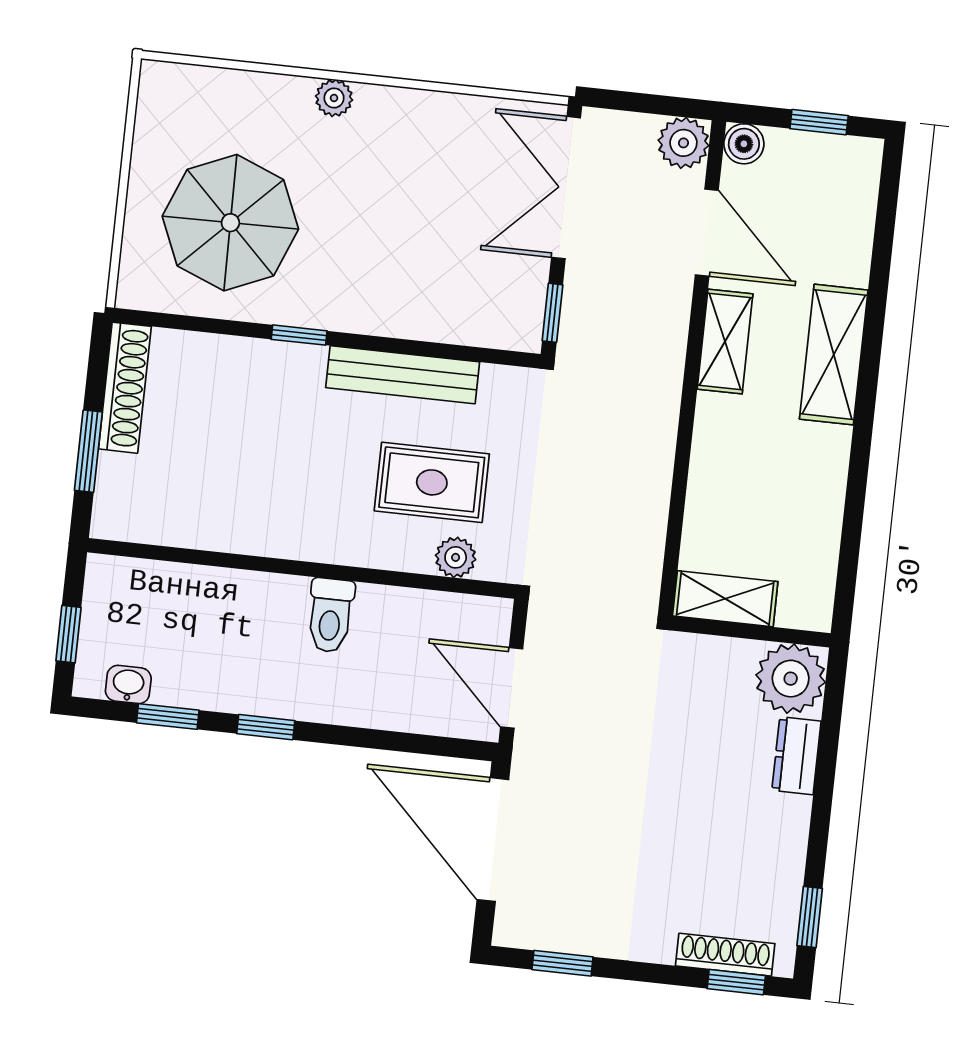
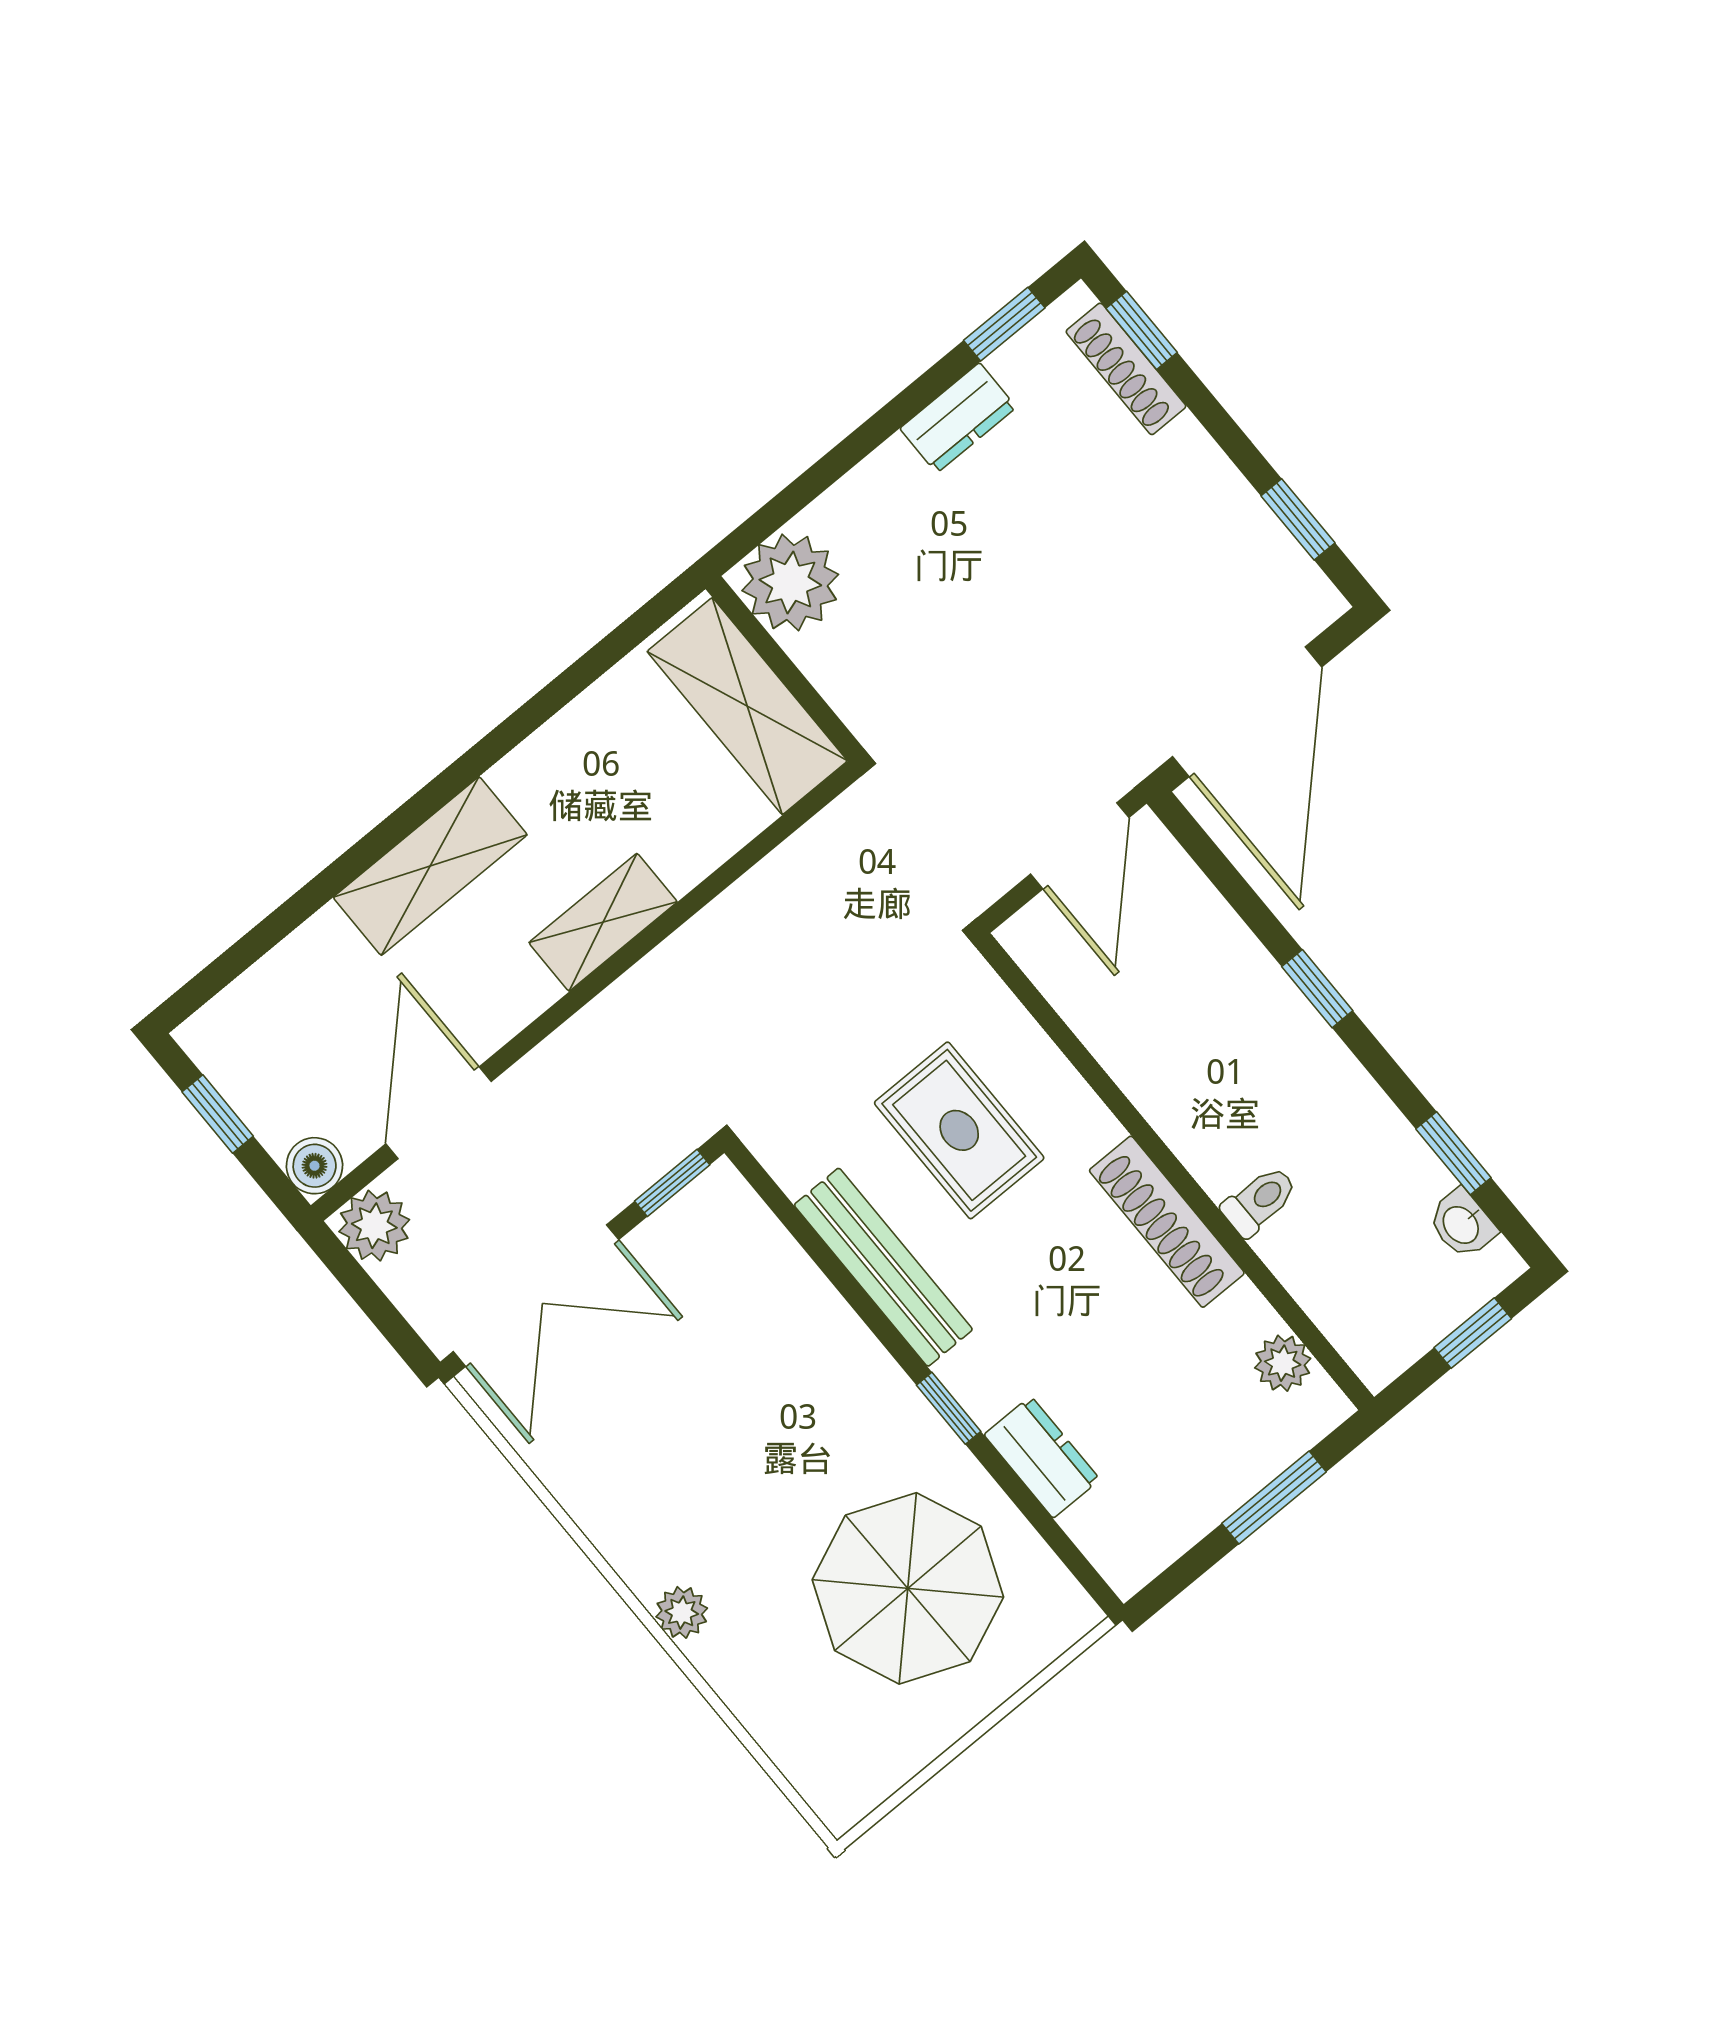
shelving: (725, 341) -> (603, 922), moved
dresser: (227, 357) -> (1042, 1457), added
shoe rack: (125, 388) -> (1167, 1222), moved, turned -90
plant: (456, 557) -> (1283, 1363), moved
shelving: (725, 599) -> (747, 706), width x1.50, depth x1.33
toilet: (330, 615) -> (1260, 1201), moved, width x0.73, depth x0.72
window: (266, 727) -> (1317, 989), moved
dresser: (796, 756) -> (958, 418), moved

